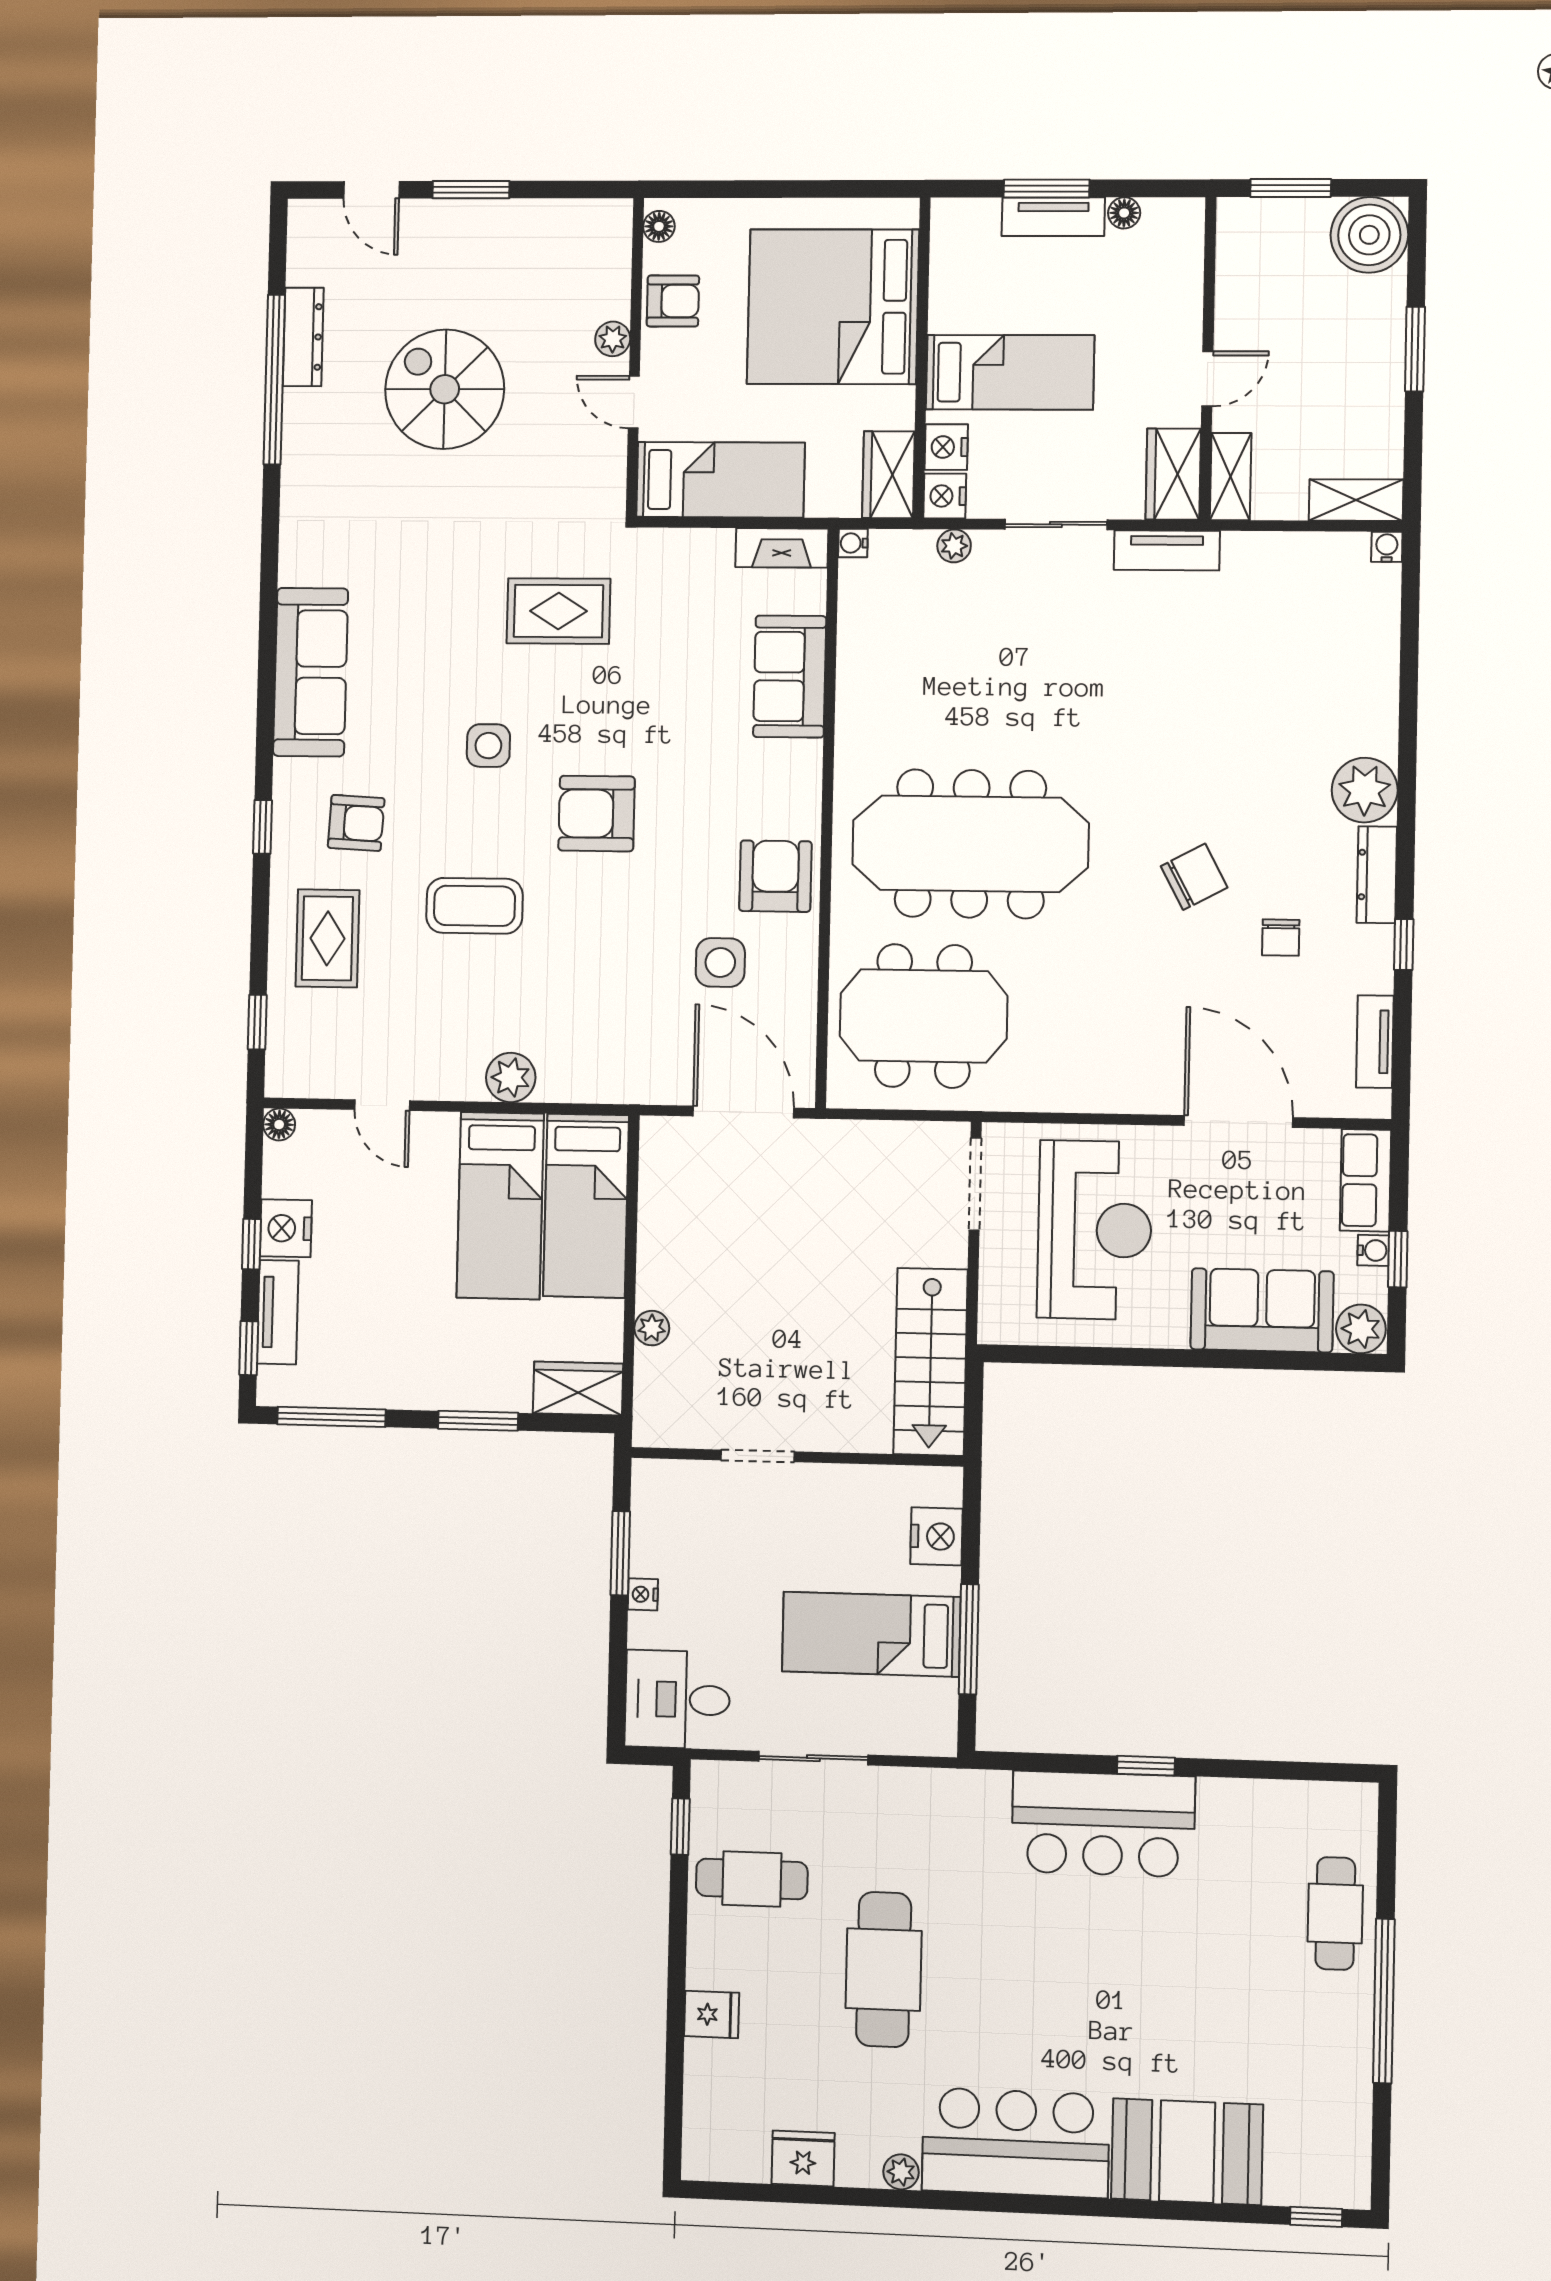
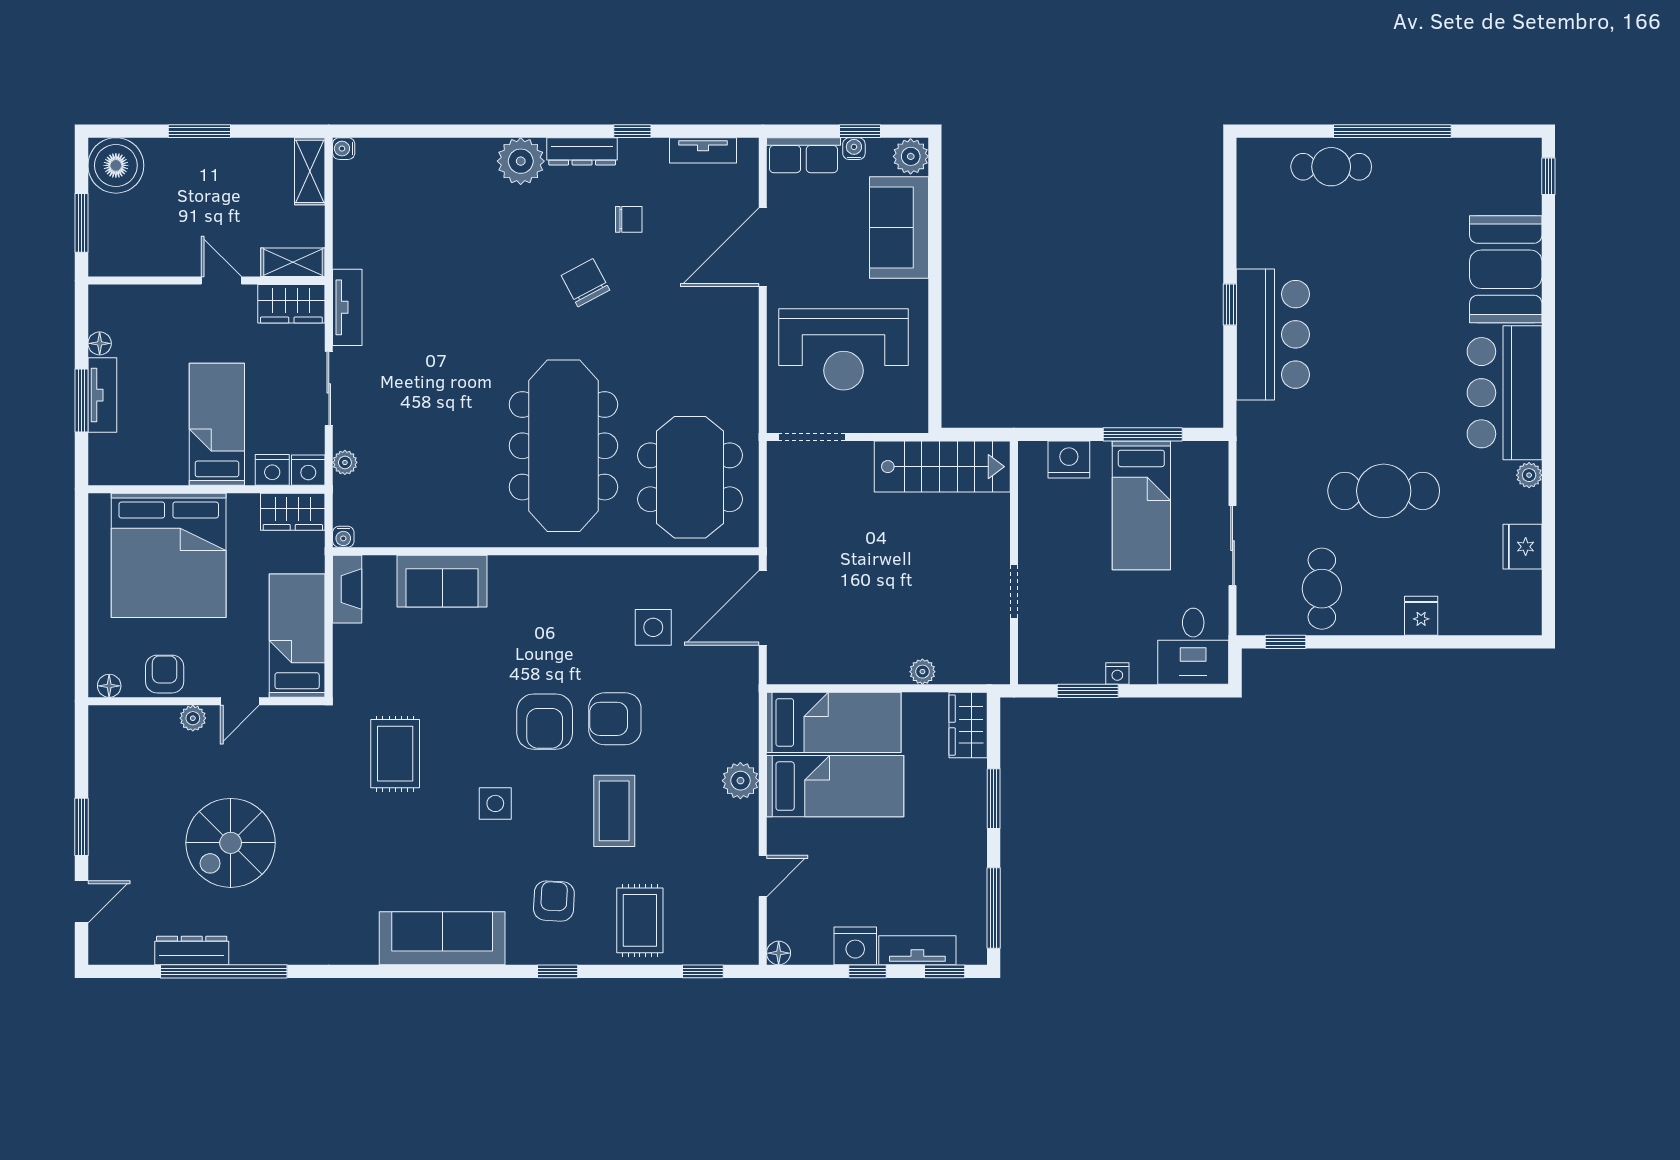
armchair: (775, 876) -> (615, 719), moved
rug: (327, 938) -> (640, 920), turned 90
reception desk: (1095, 1230) -> (844, 349), turned 180

